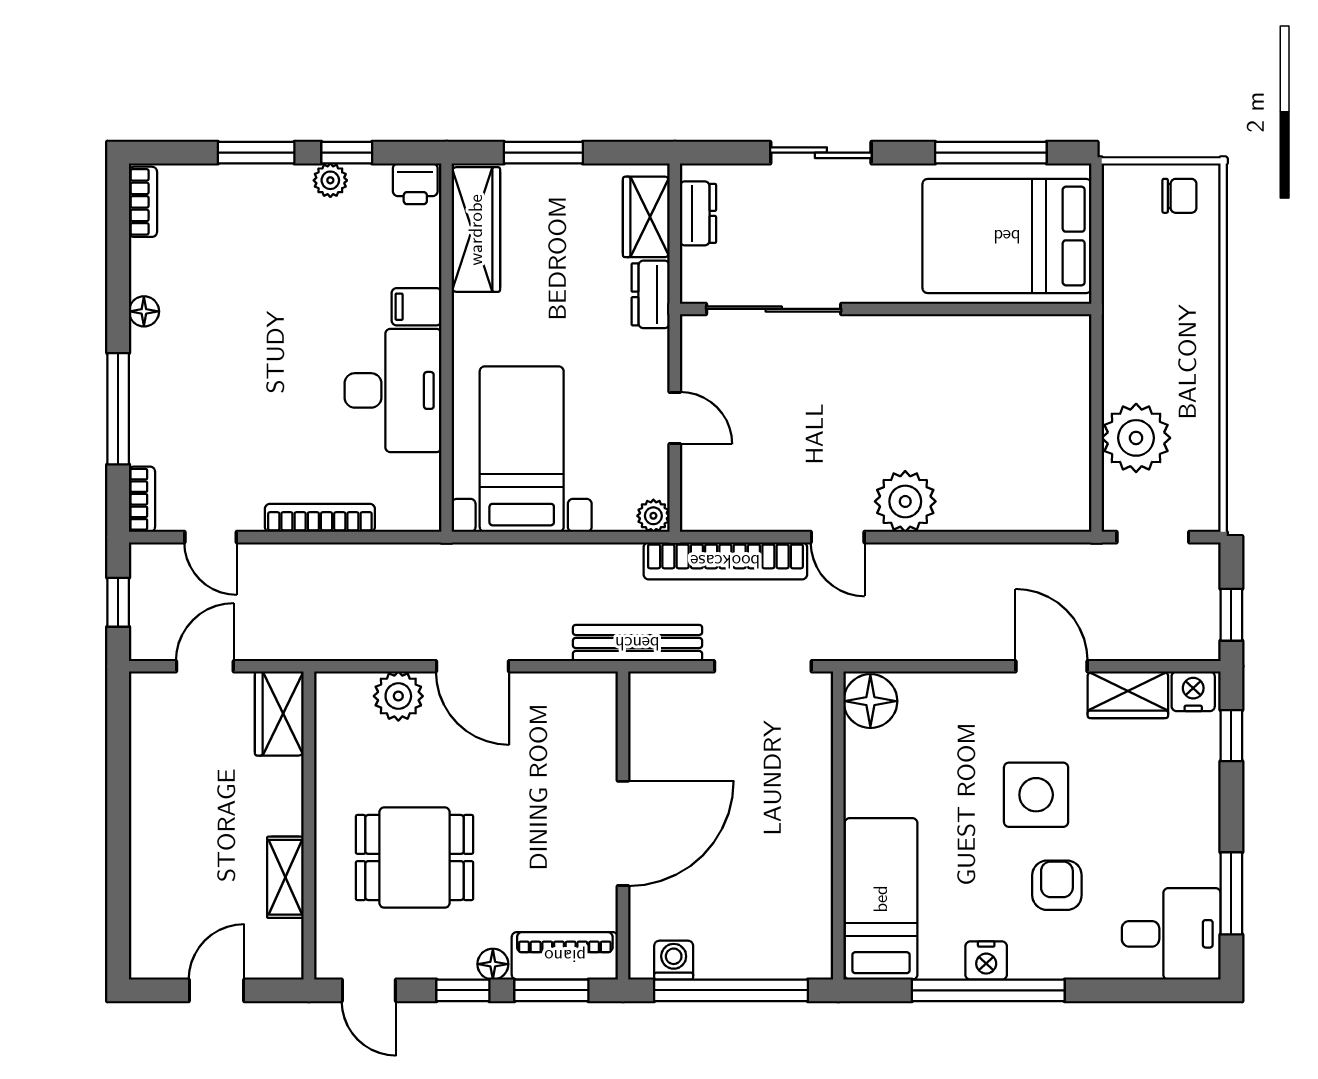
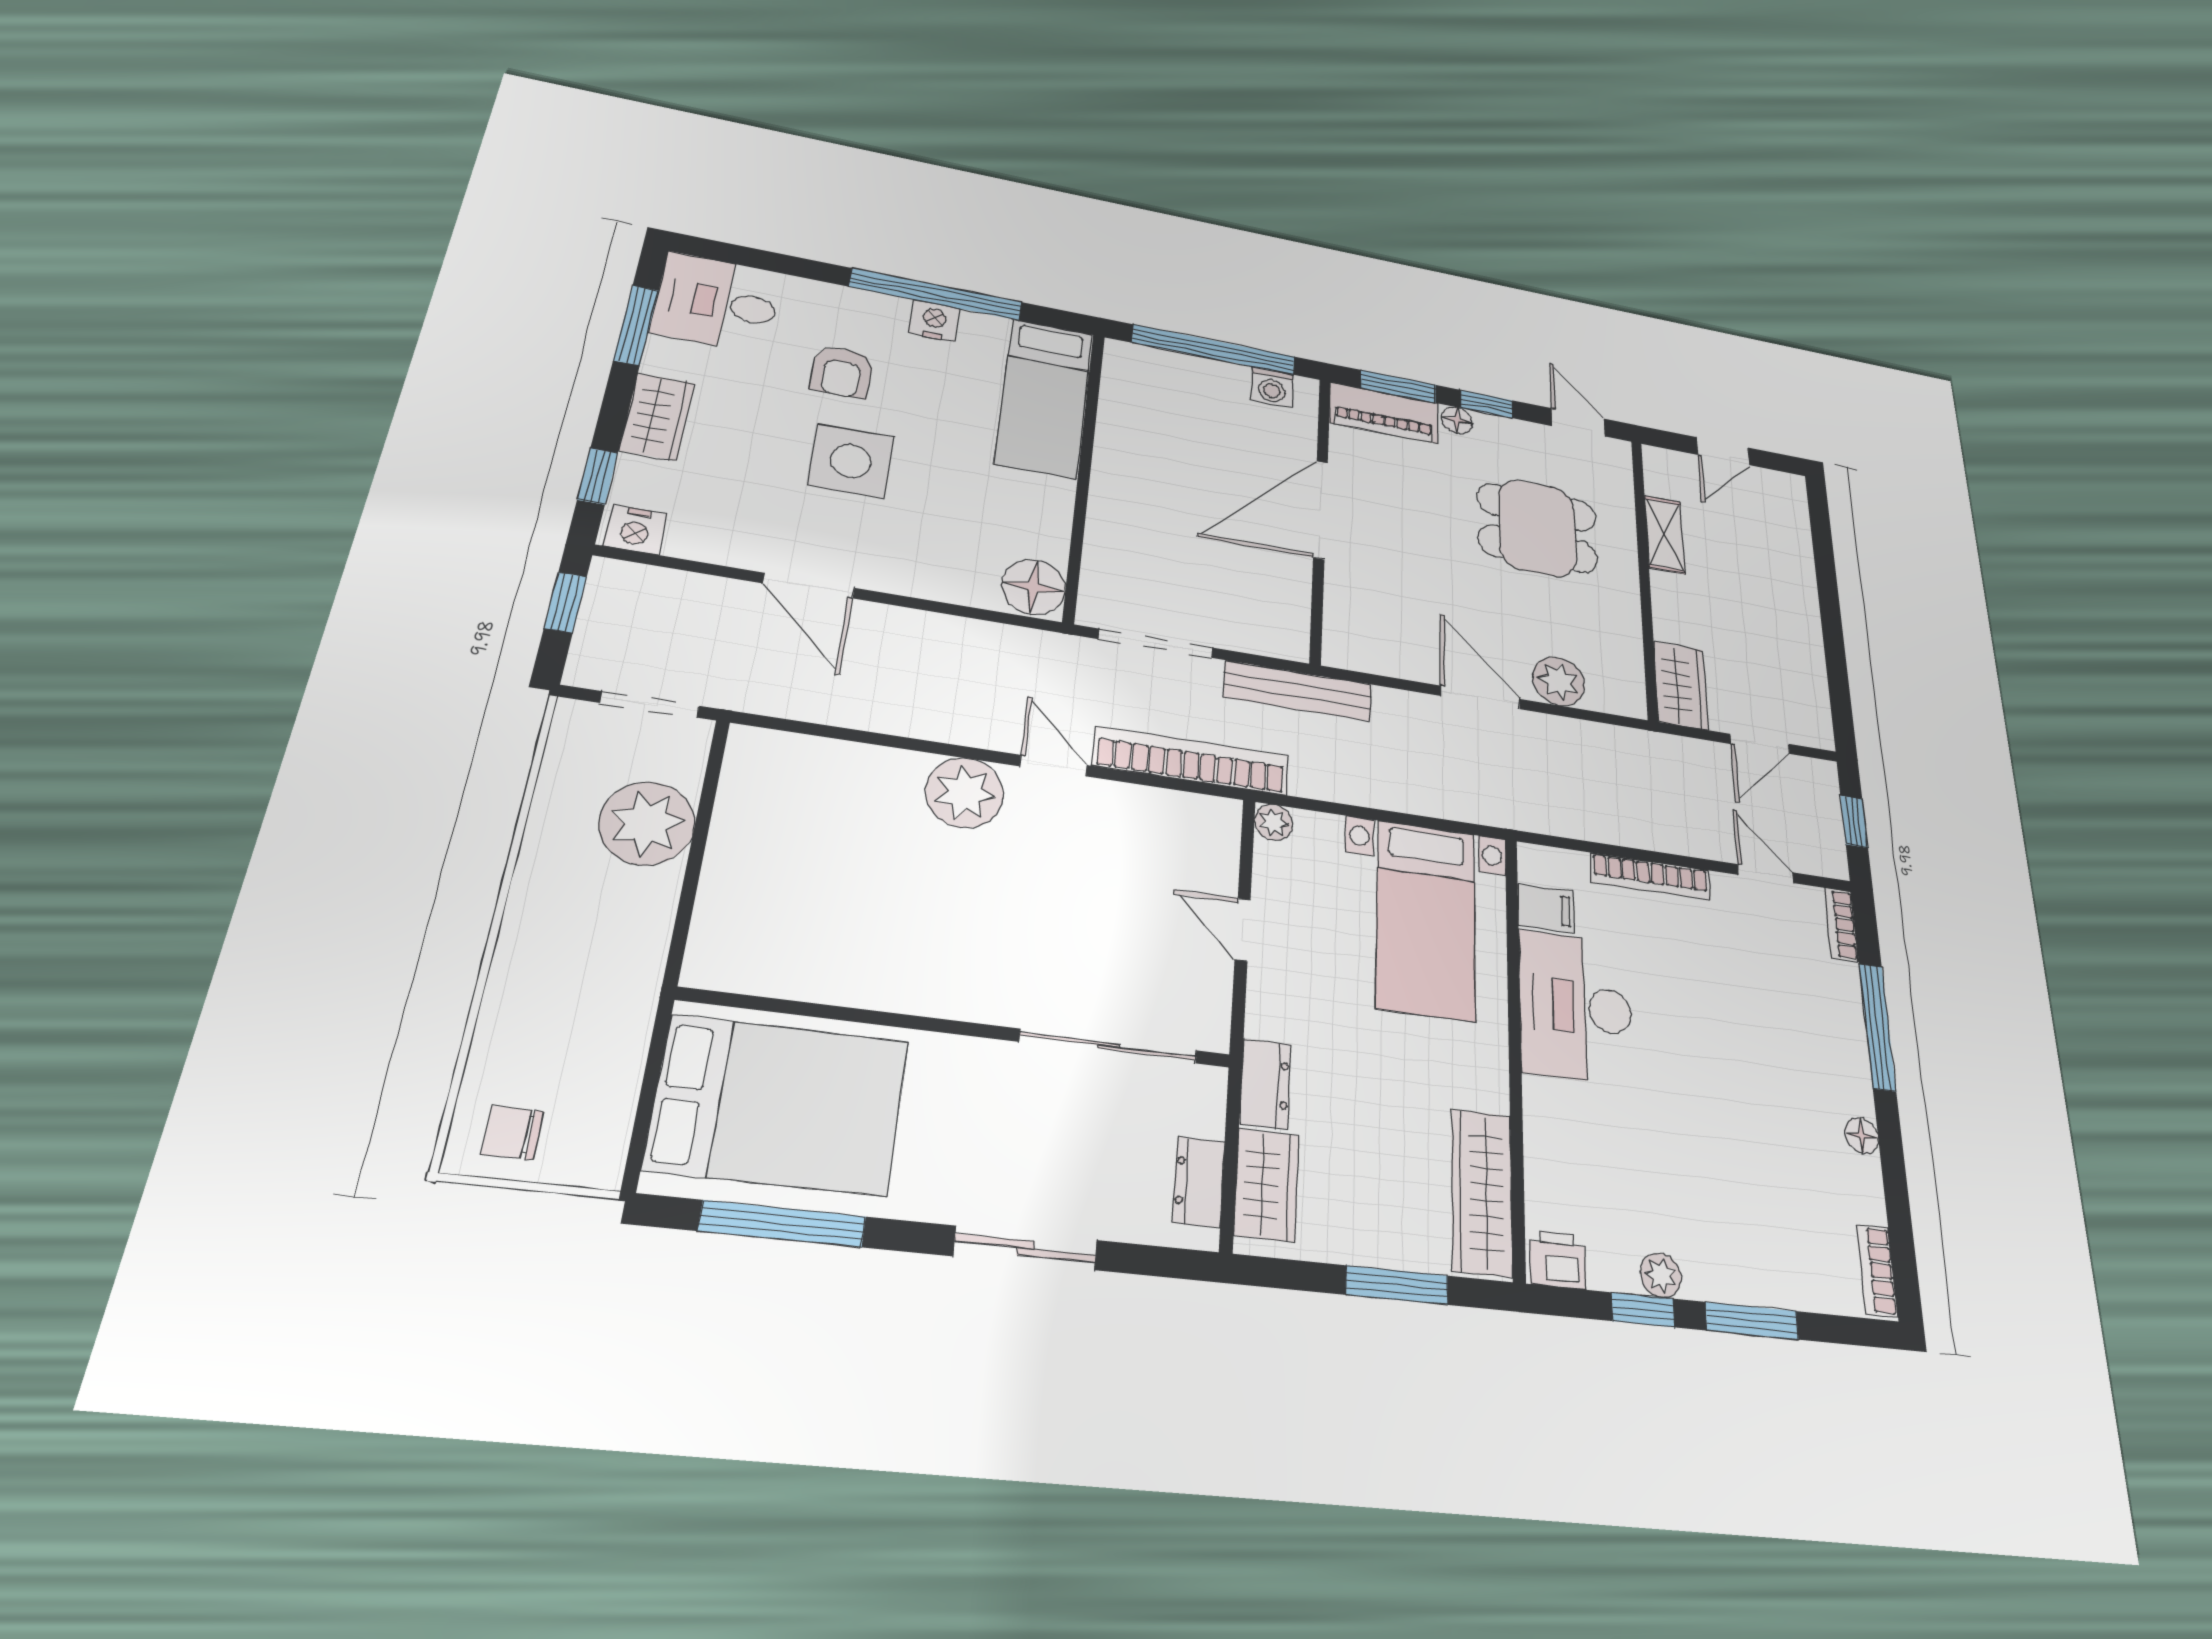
filing cabinet: (417, 307) -> (1546, 908), moved
wardrobe: (1128, 695) -> (657, 417), moved, turned 90

